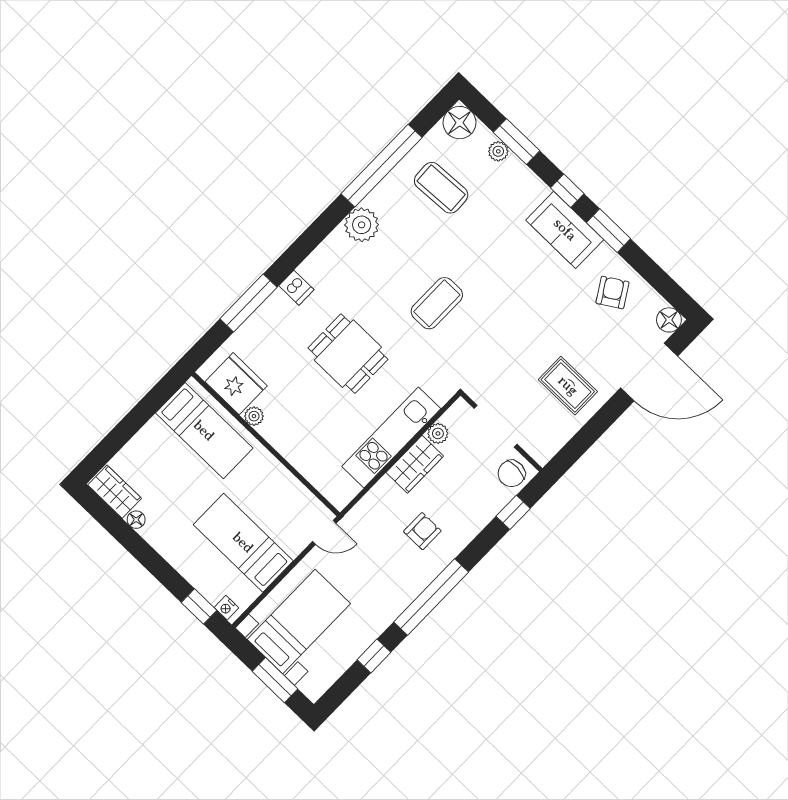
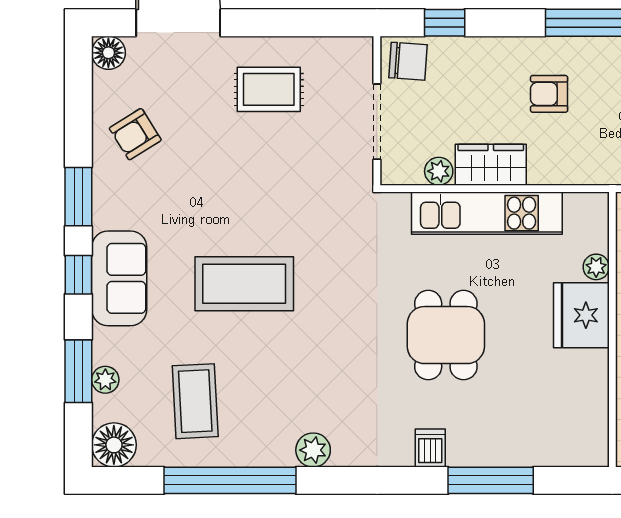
plant: (362, 225) -> (313, 450), width x0.73, depth x0.73
sofa: (565, 230) -> (119, 278), moved
coffee table: (437, 303) -> (244, 284), moved, width x1.36, depth x1.32
fridge: (236, 384) -> (581, 315), moved
rug: (568, 386) -> (269, 89), turned 90
plant: (254, 416) -> (596, 267), moved

